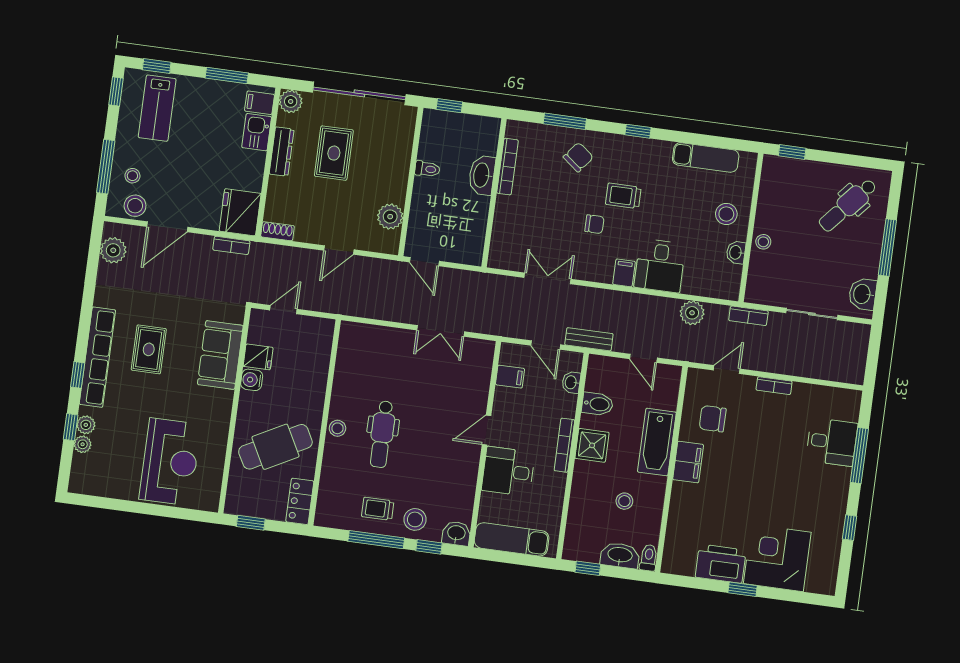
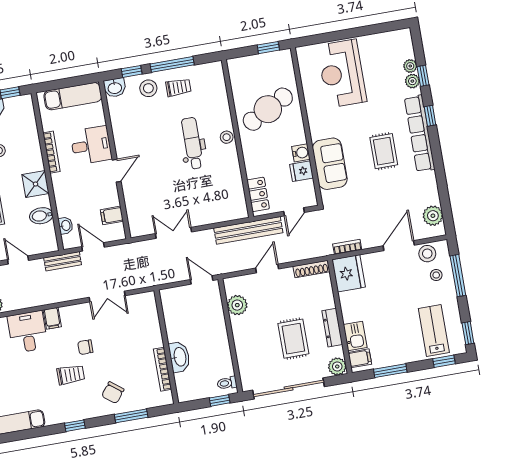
toilet: (427, 169) -> (227, 383), moved
shoe rack: (278, 231) -> (311, 269), width x1.43
bench: (347, 305) -> (248, 230), added
bookcase: (564, 445) -> (51, 152), moved
locker: (300, 501) -> (258, 194), moved

